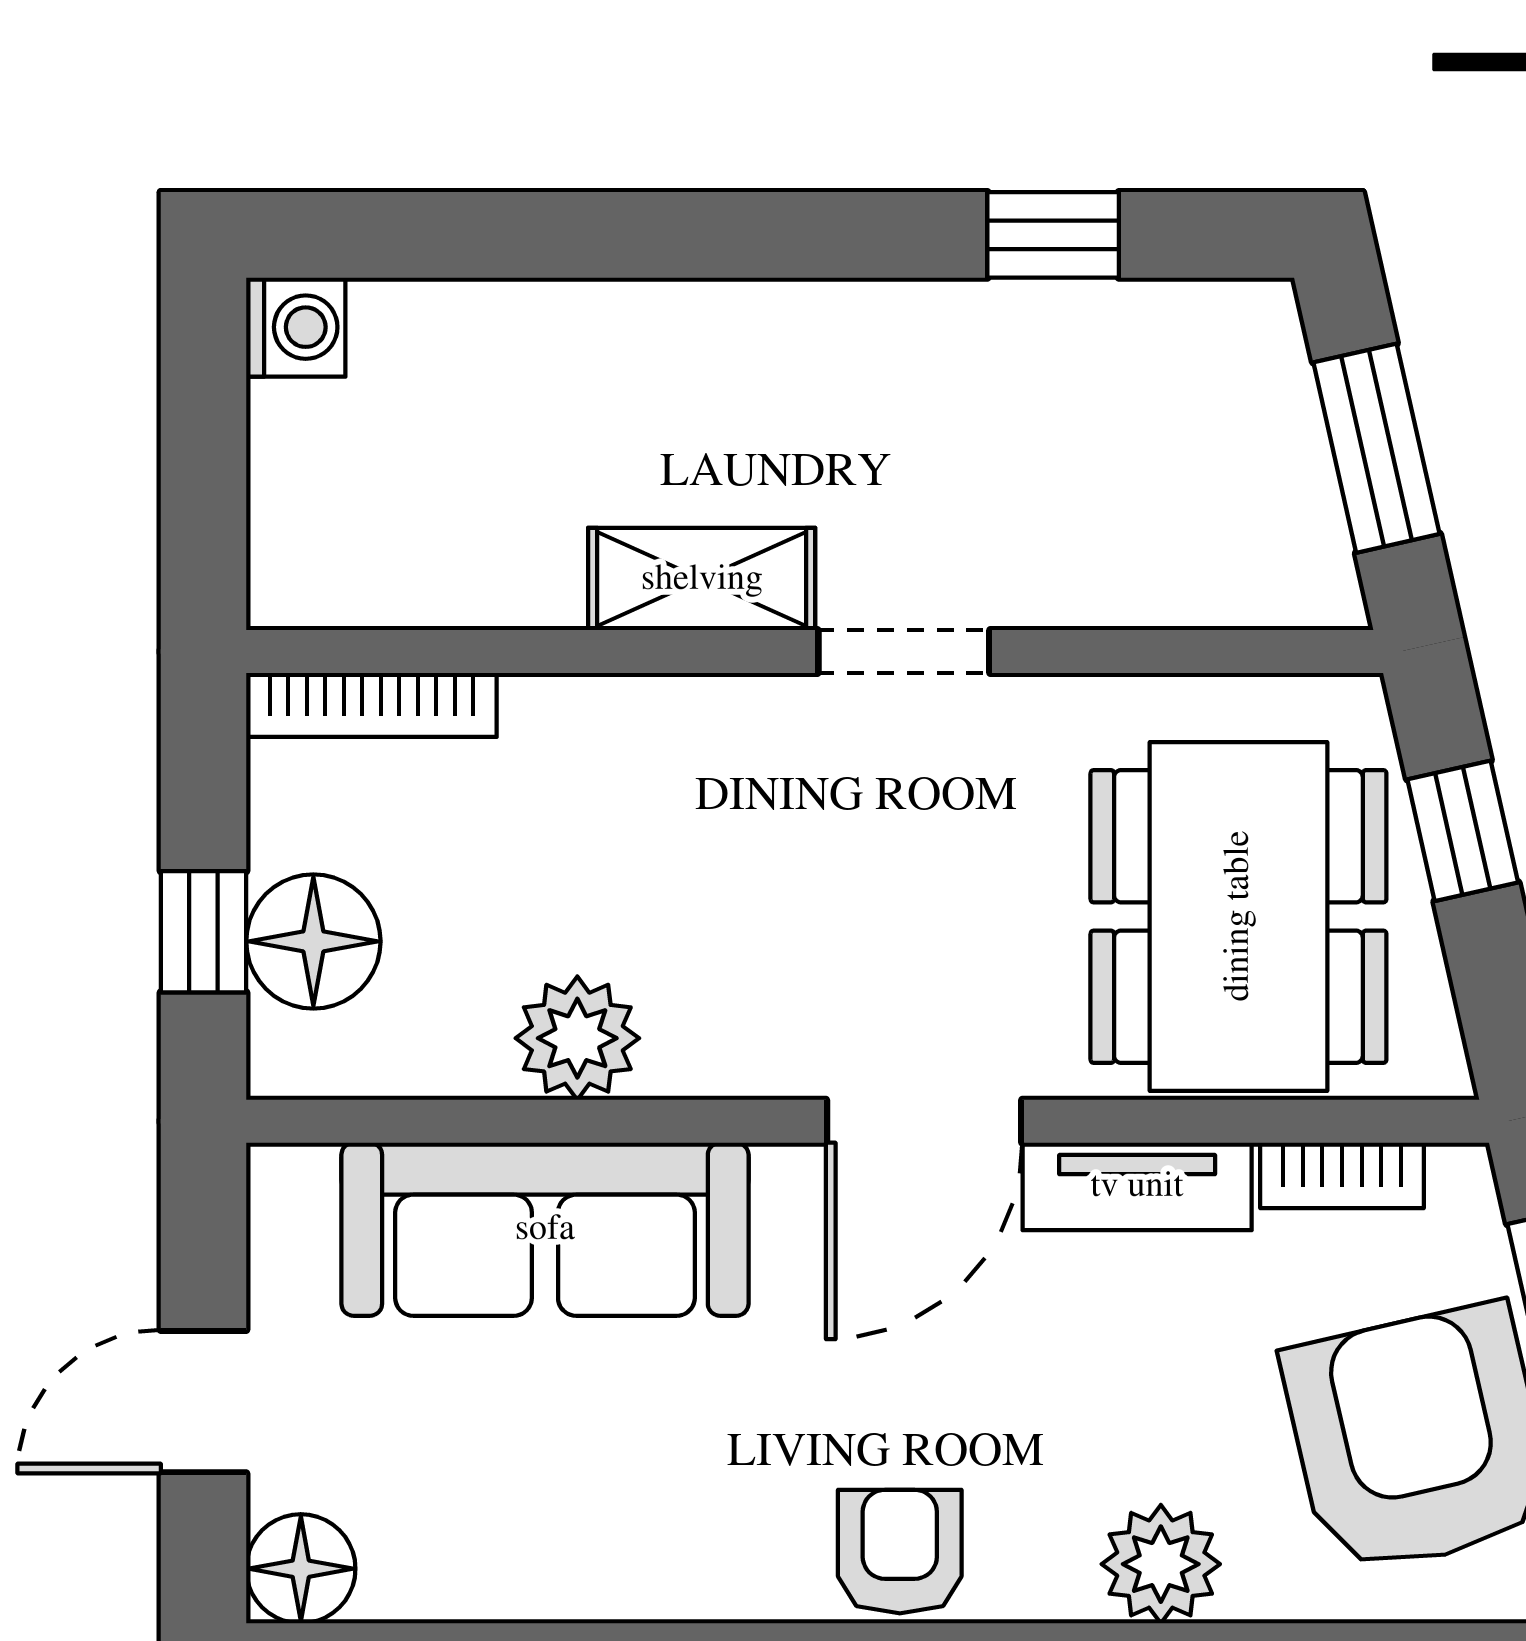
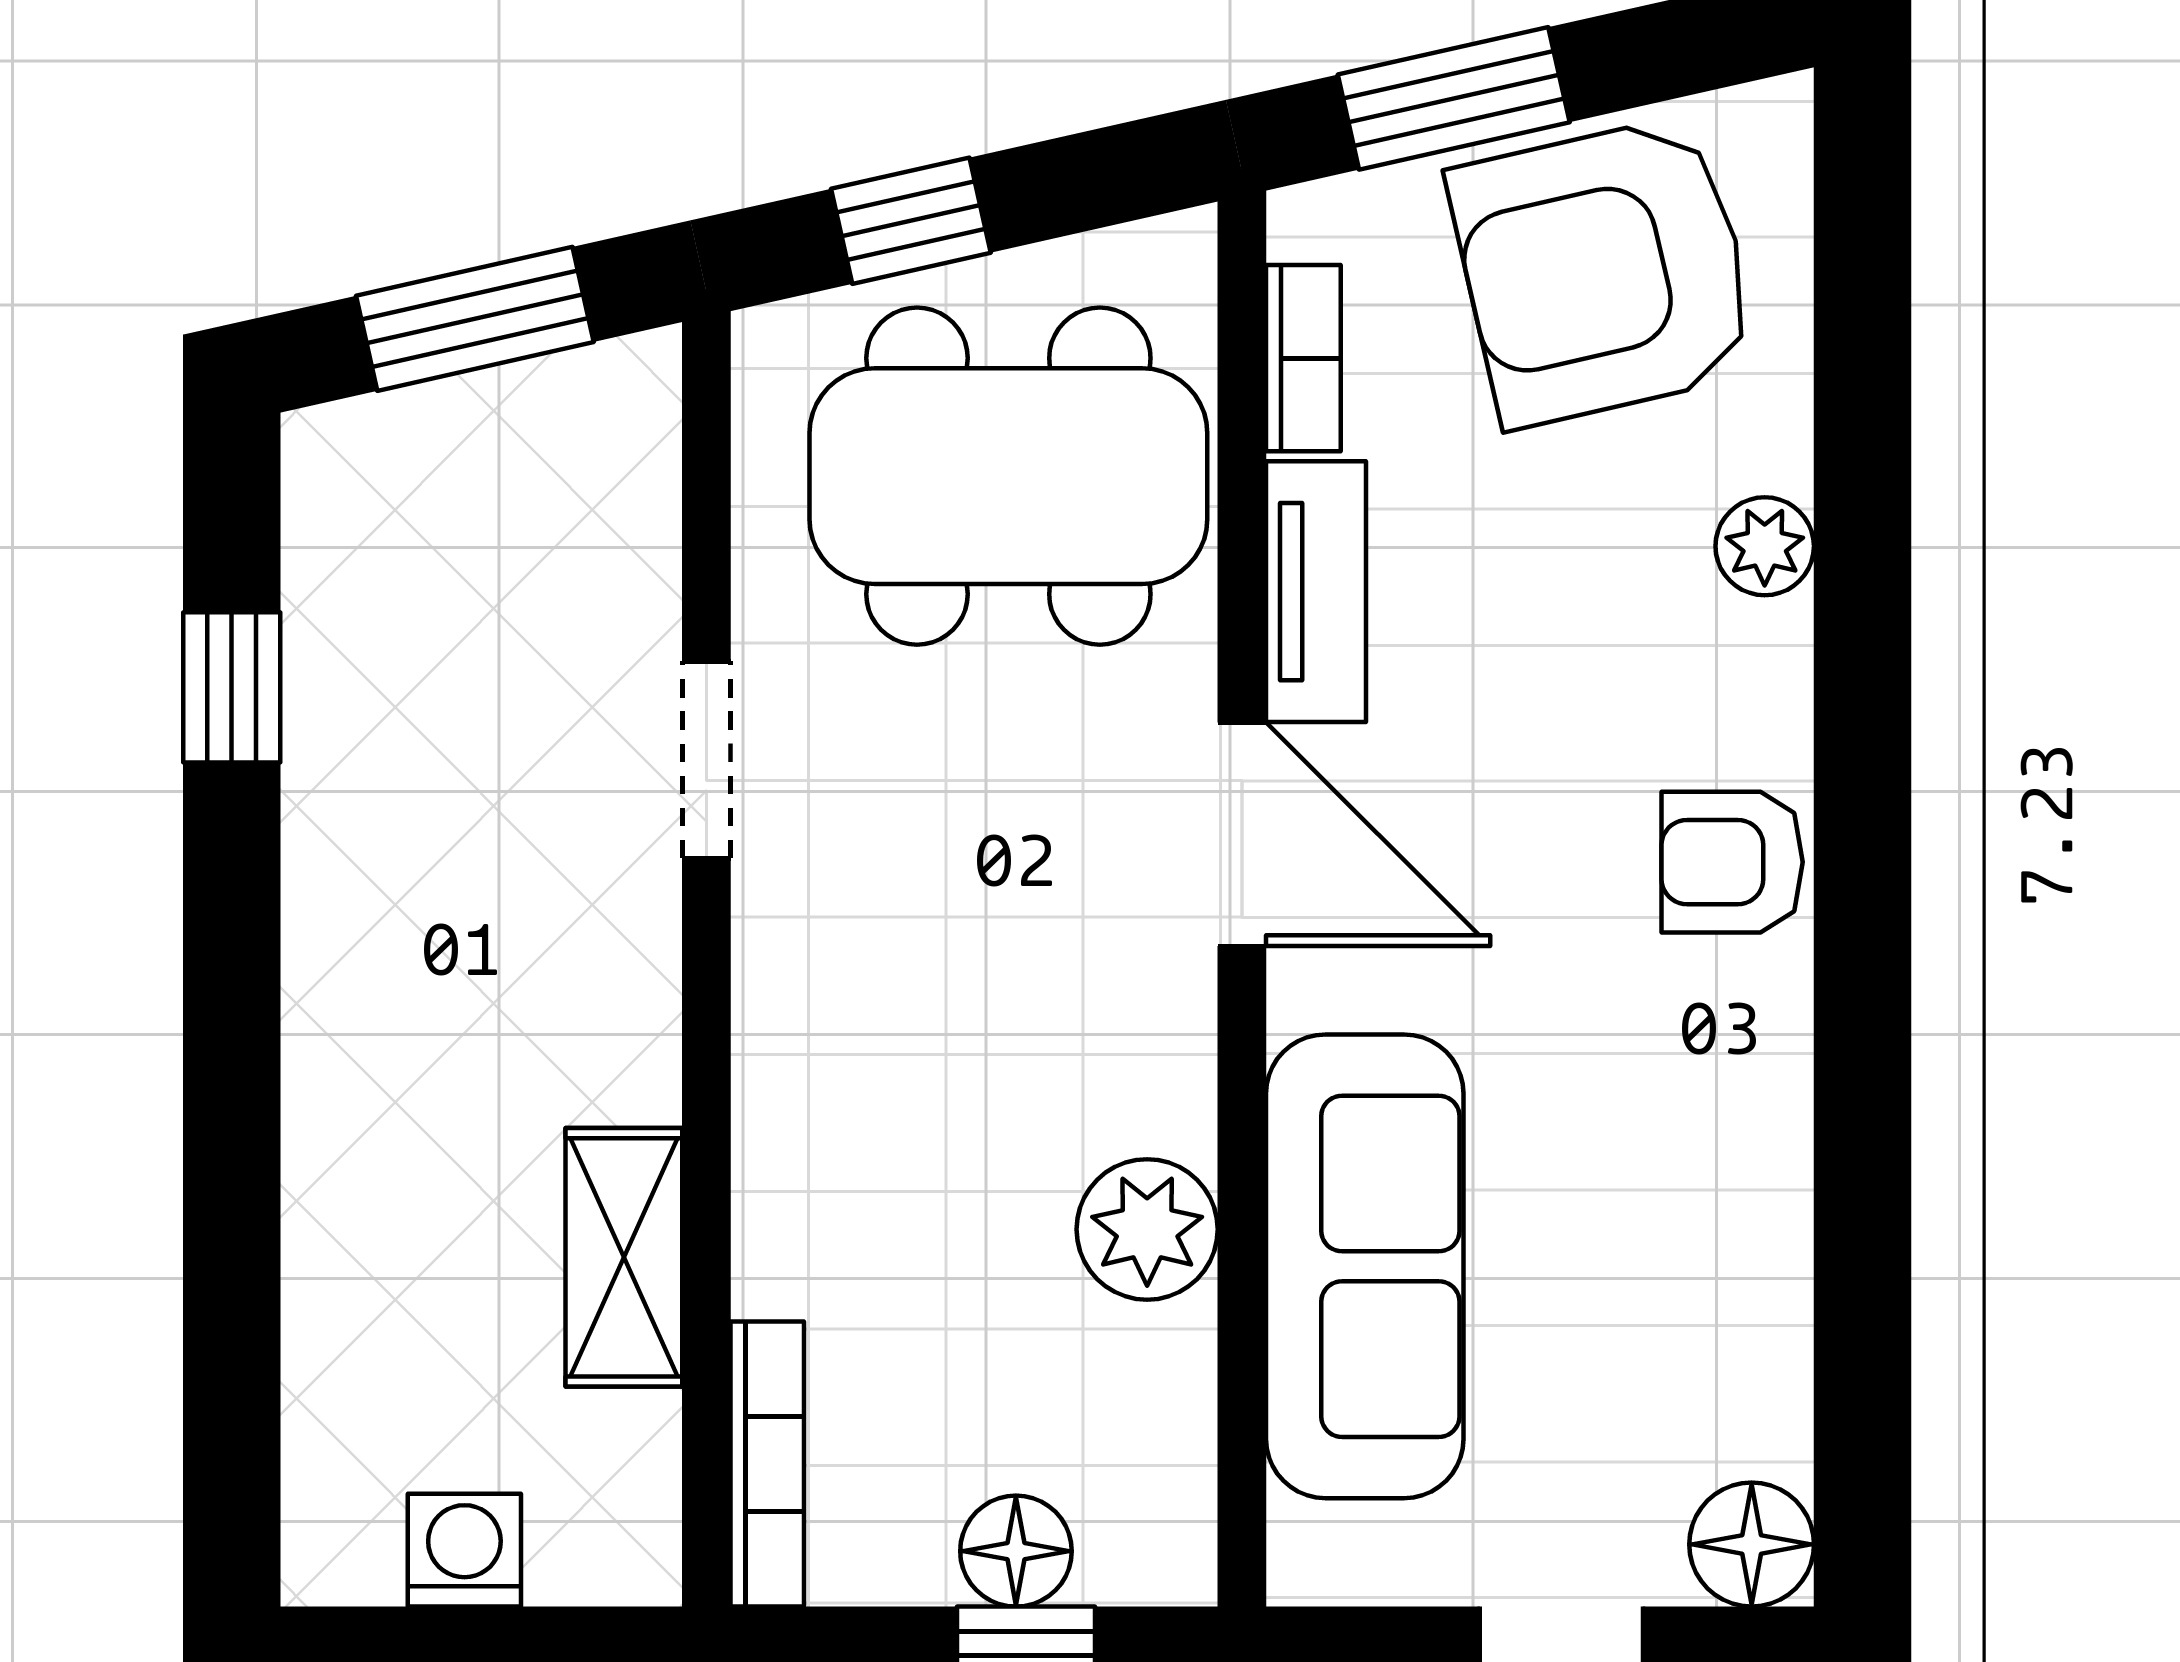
washing machine: (296, 327) -> (464, 1550), moved
shelving: (702, 579) -> (624, 1257), moved
doorway: (904, 651) -> (706, 760), moved
floor lamp: (313, 941) -> (1016, 1551), width x0.73, depth x0.73
plant: (1161, 1564) -> (1765, 546), width x0.73, depth x0.73

